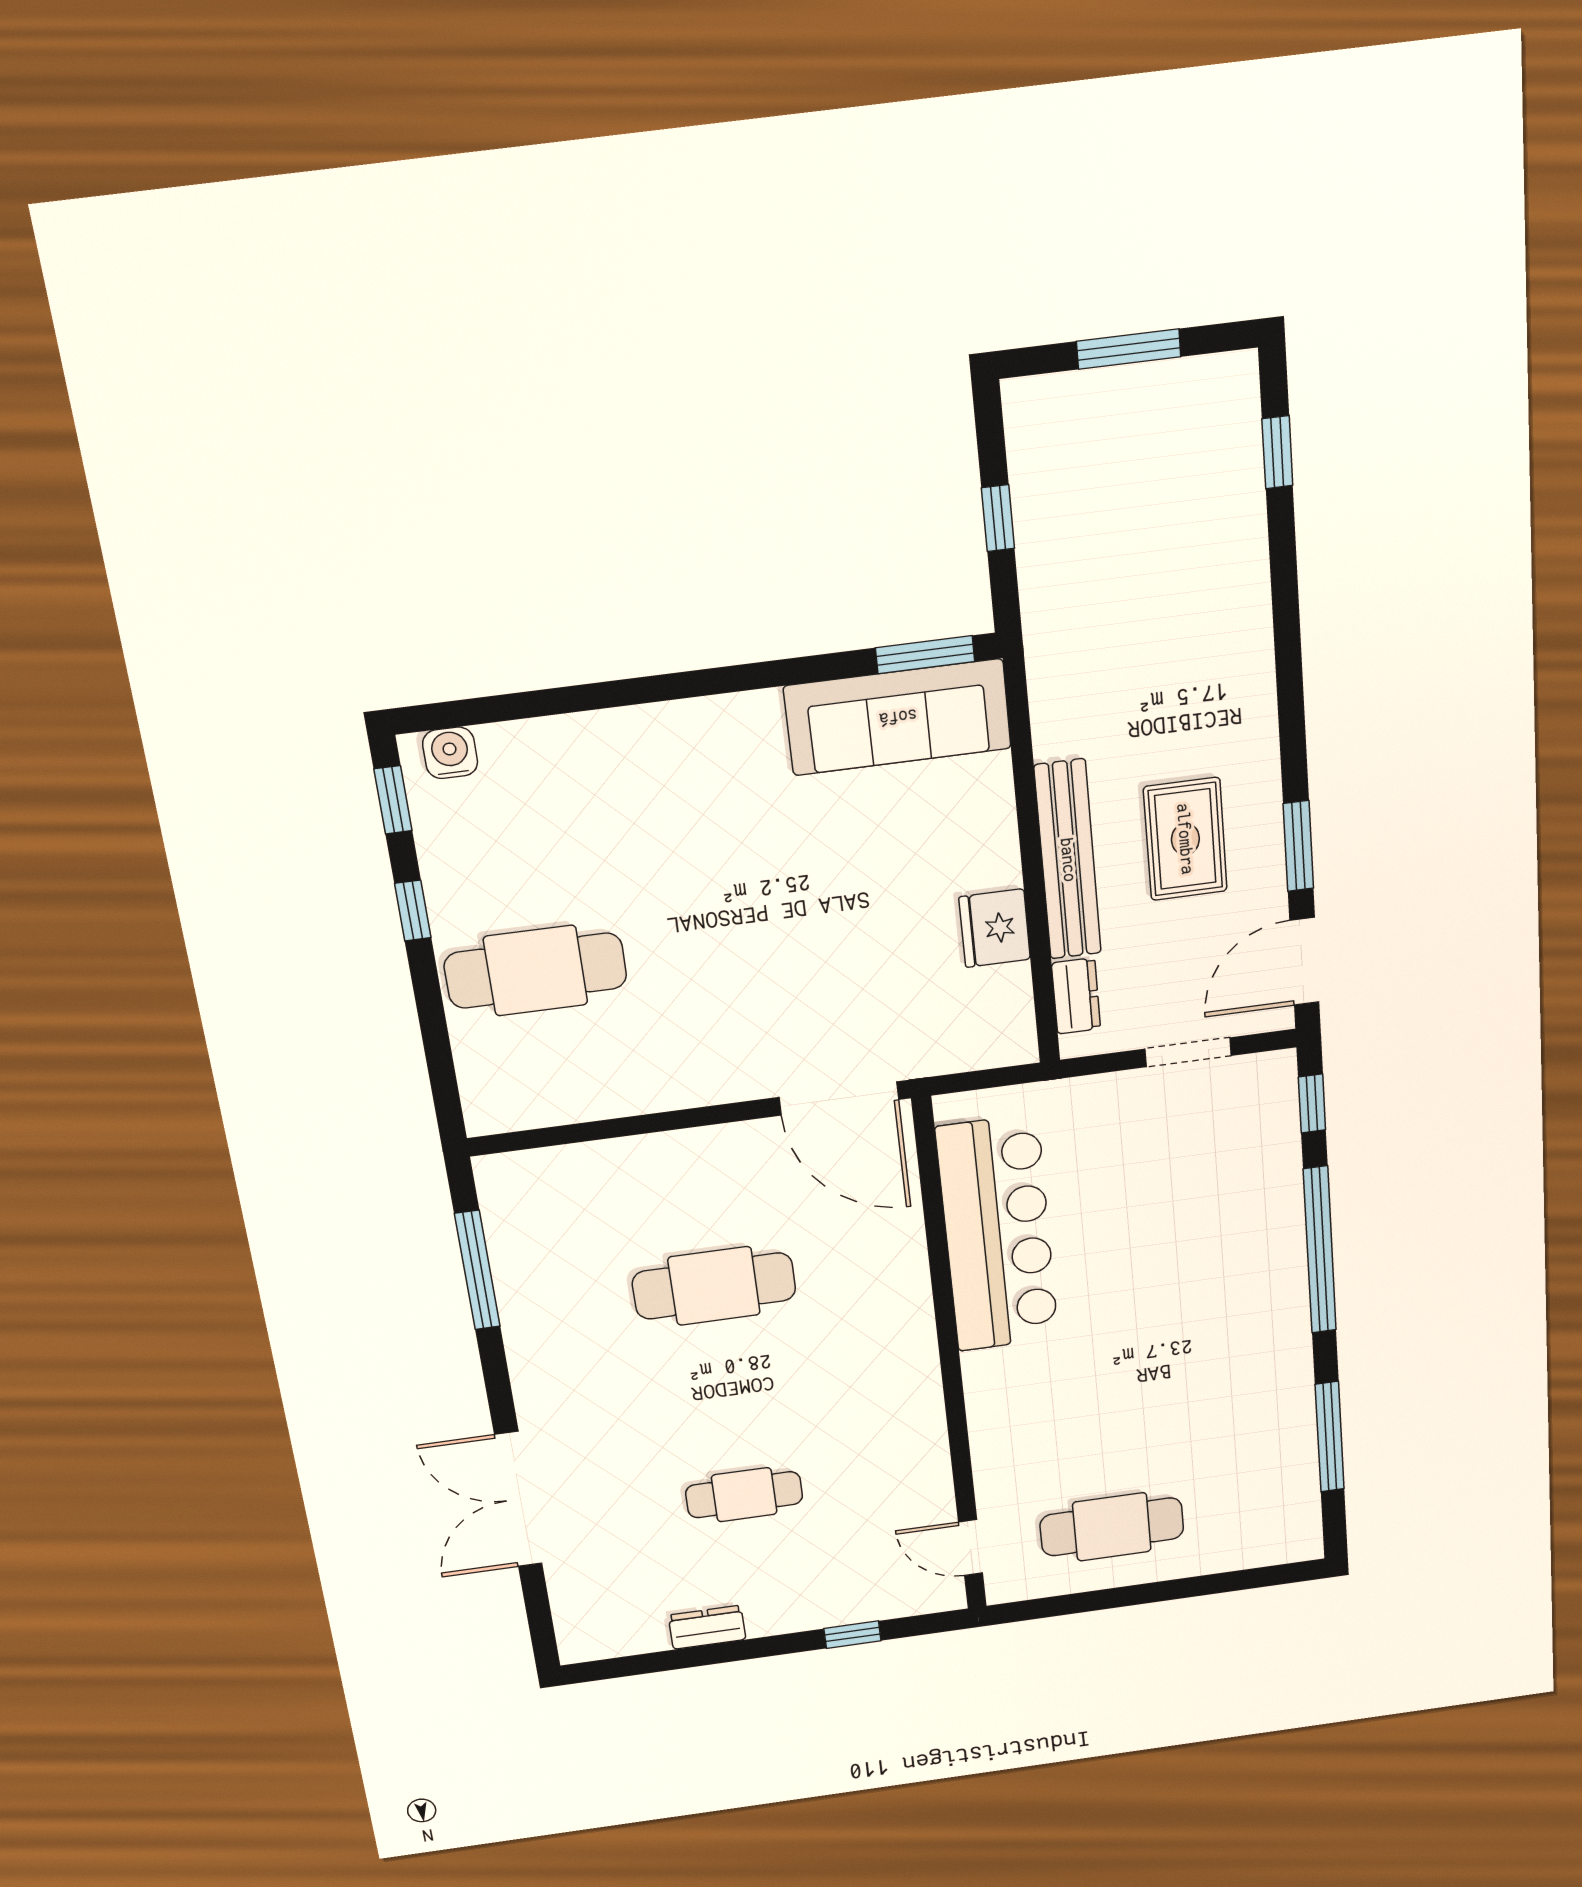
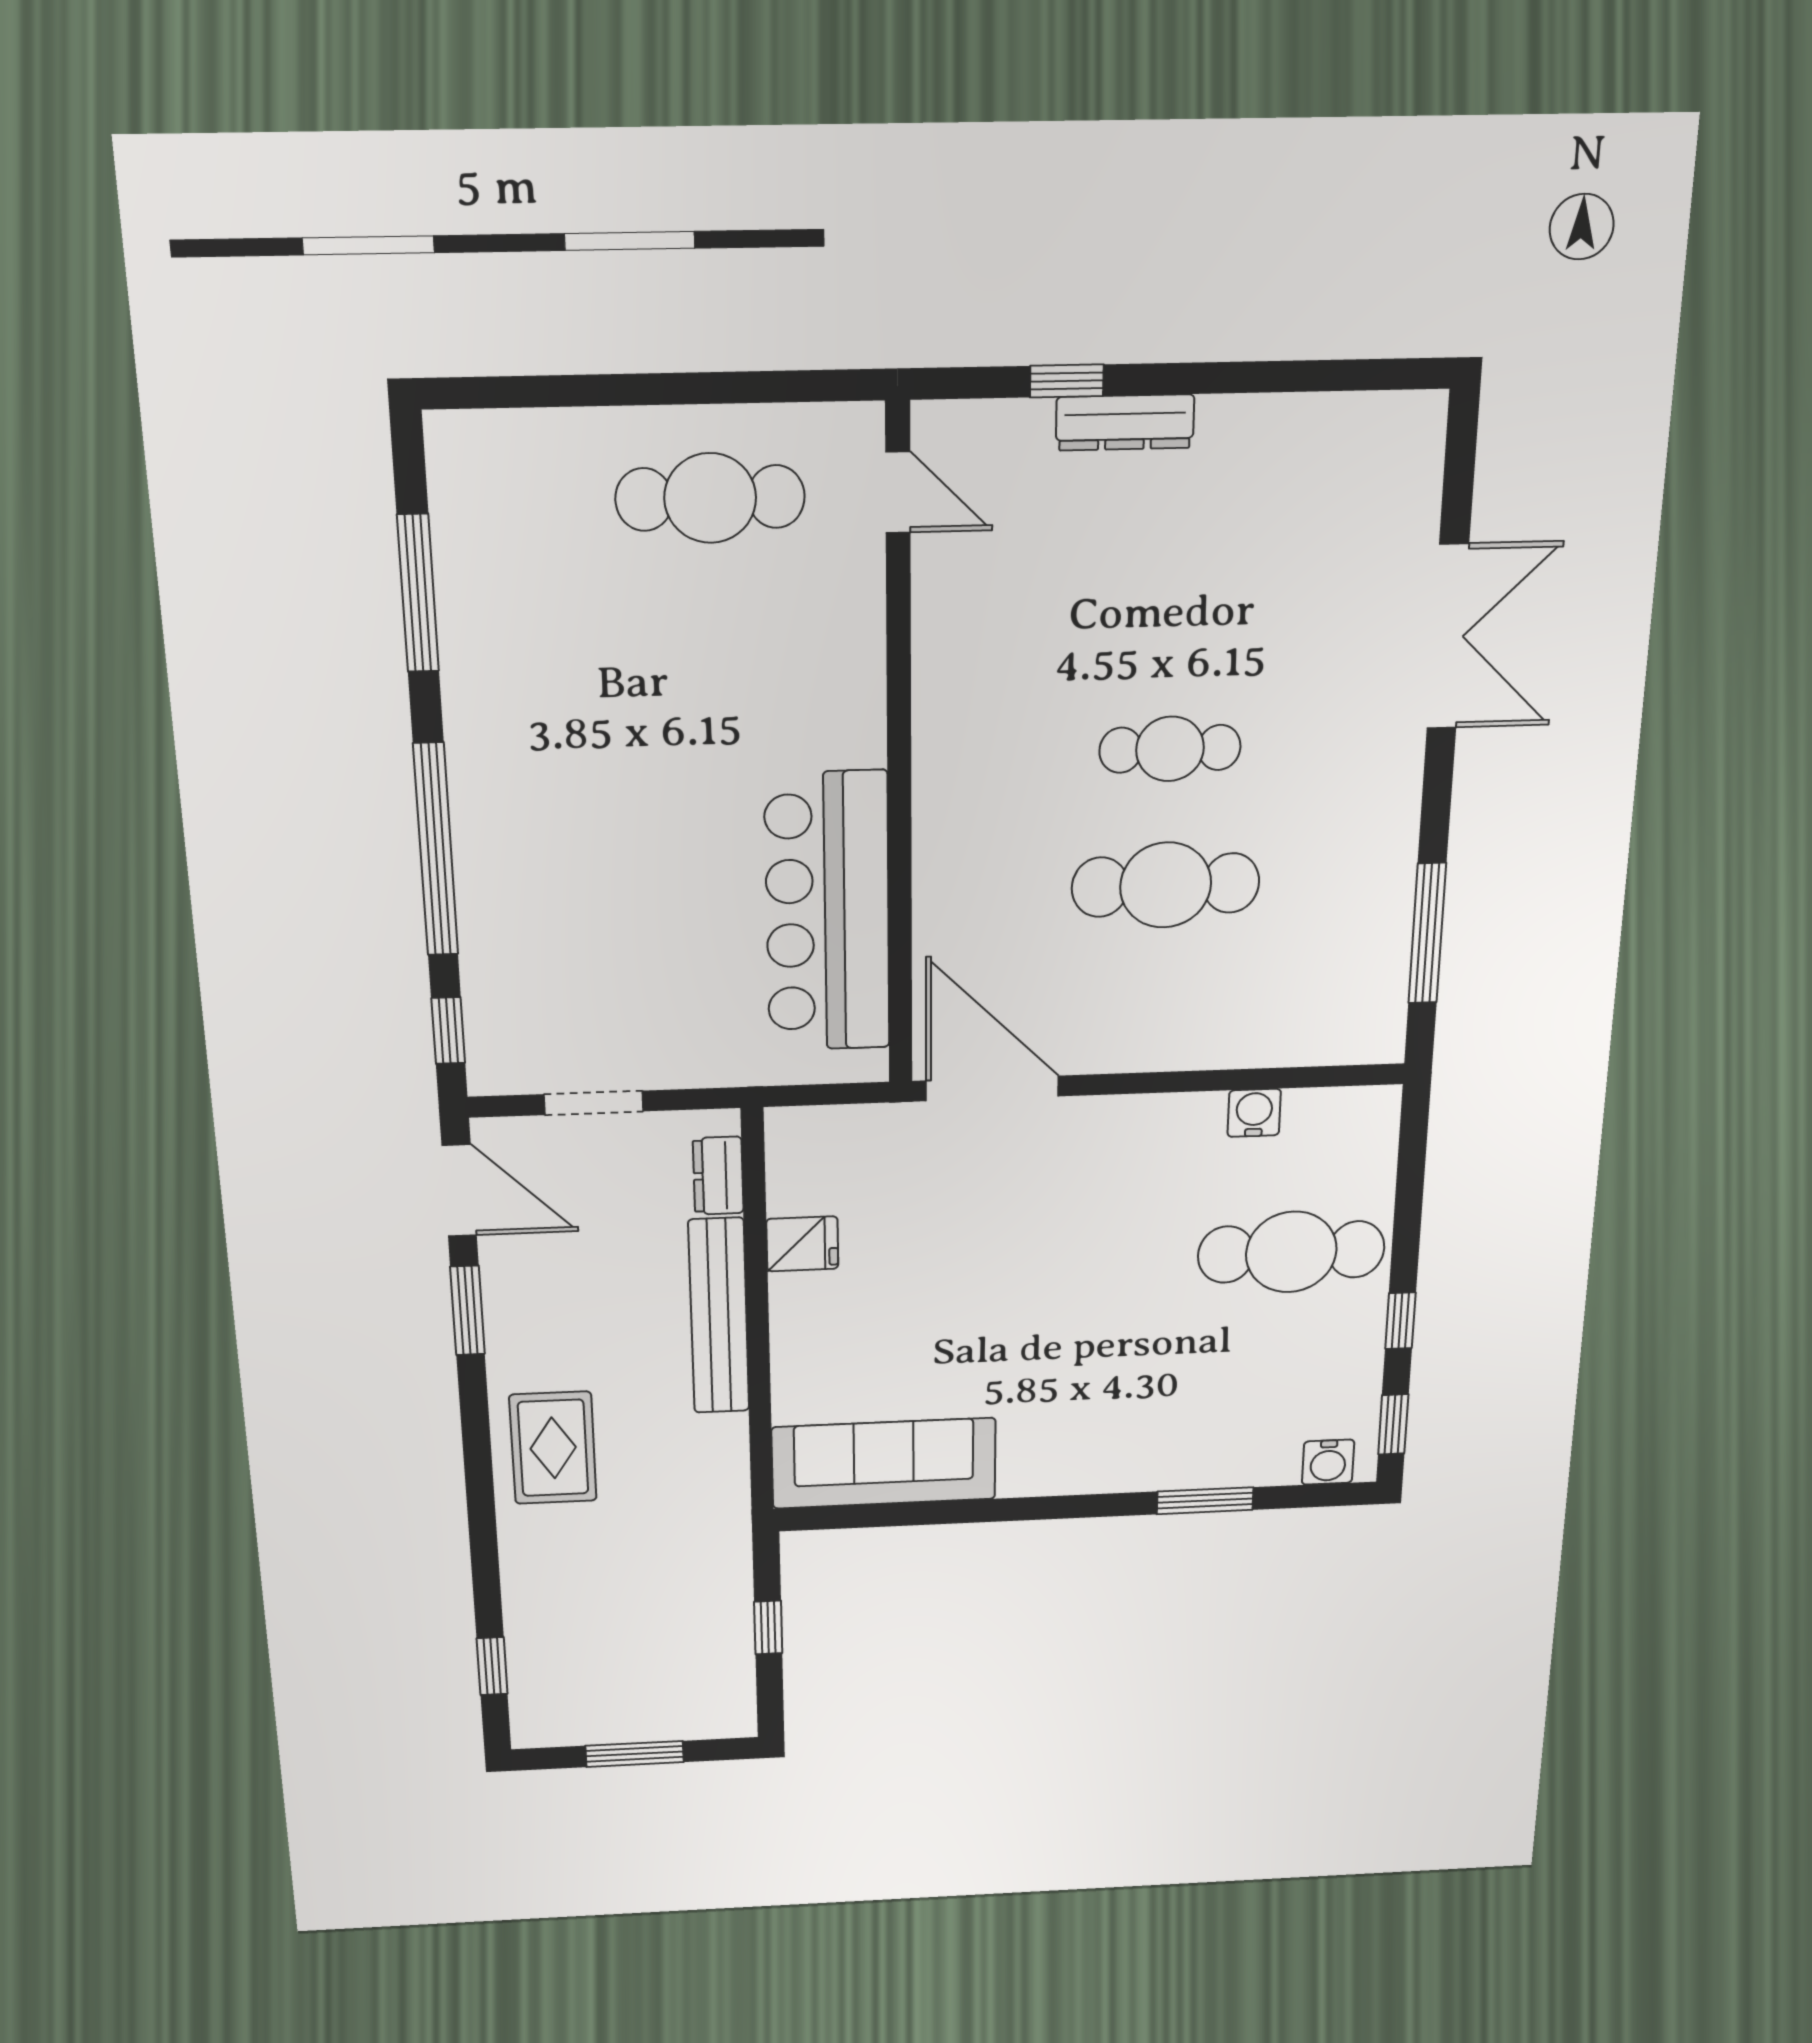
window: (925, 655) -> (1205, 1501), moved
rug: (1185, 839) -> (553, 1448), moved
fridge: (995, 928) -> (802, 1244), width x0.72
door: (1304, 961) -> (459, 1190), hinge flipped
water cooler: (598, 1099) -> (1254, 1113), added
cafe table: (744, 1495) -> (1170, 749), moved
dresser: (707, 1627) -> (1125, 422), moved, width x1.44

